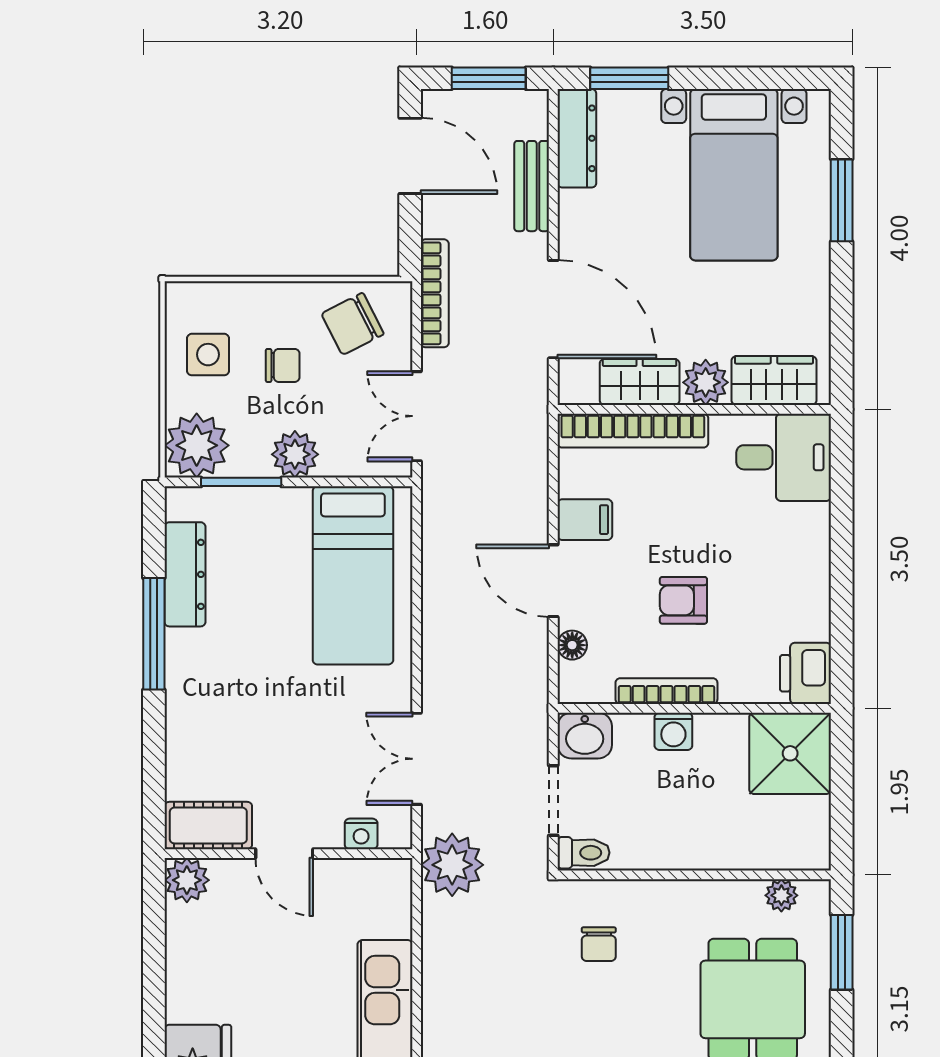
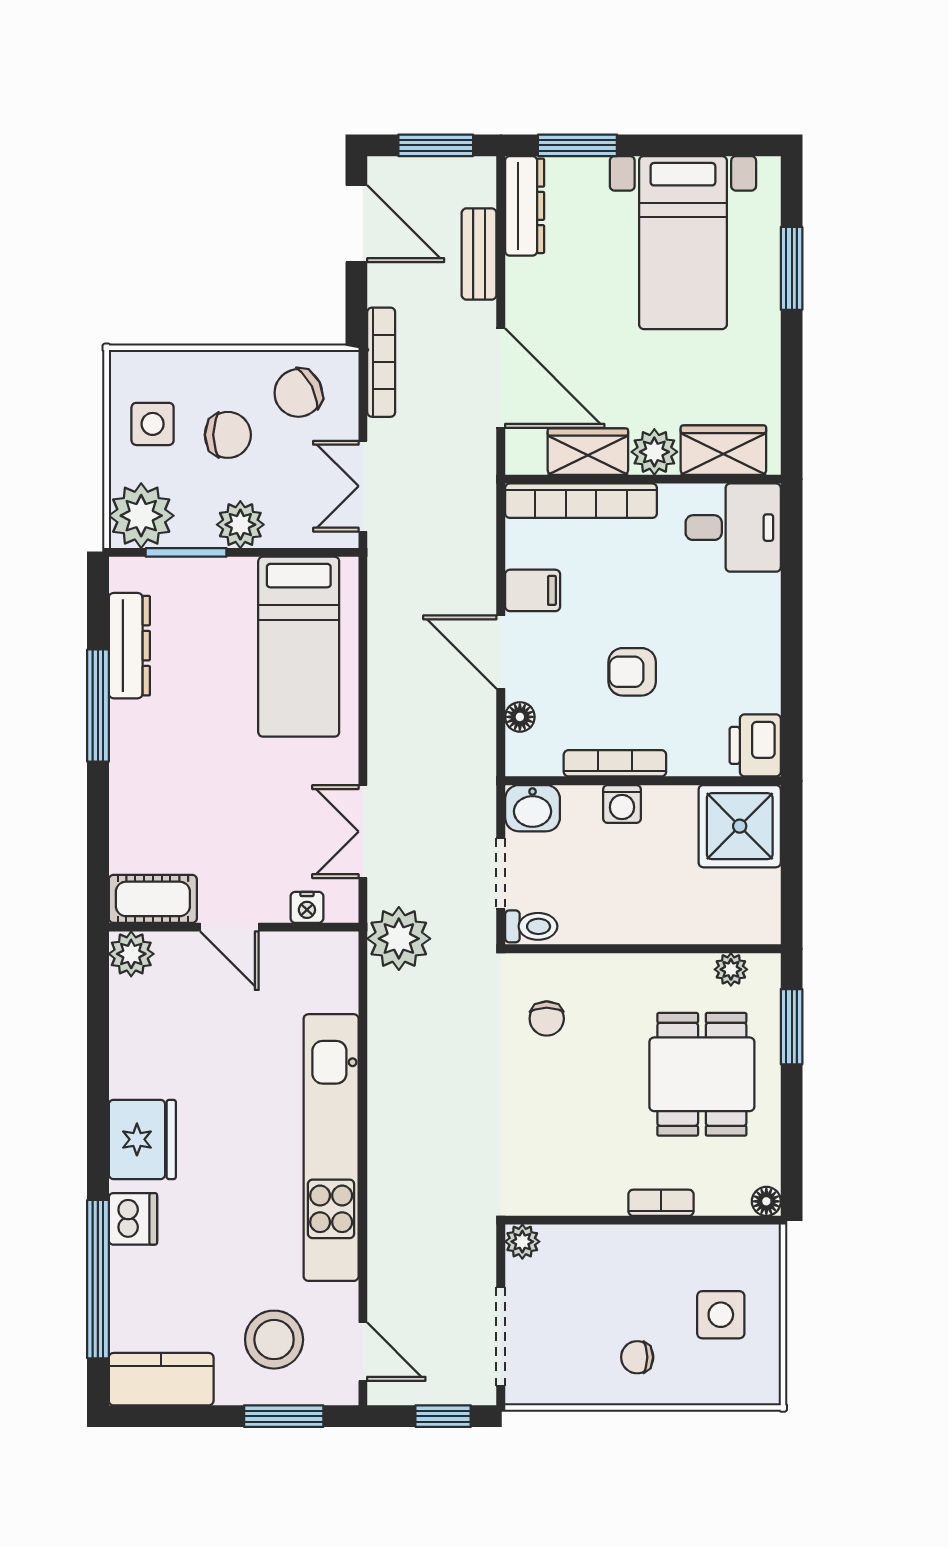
chair: (283, 365) -> (228, 435), width x1.37, depth x1.37

